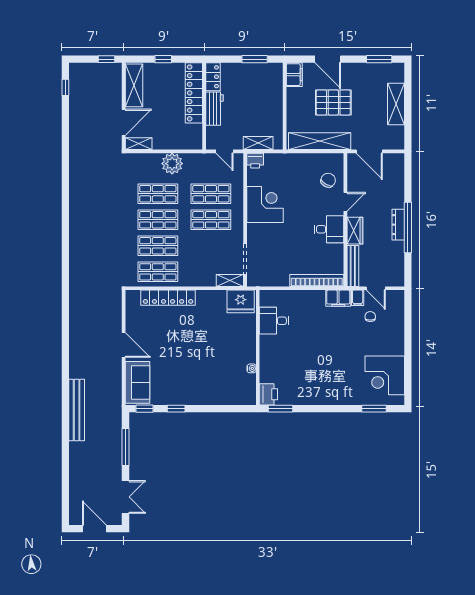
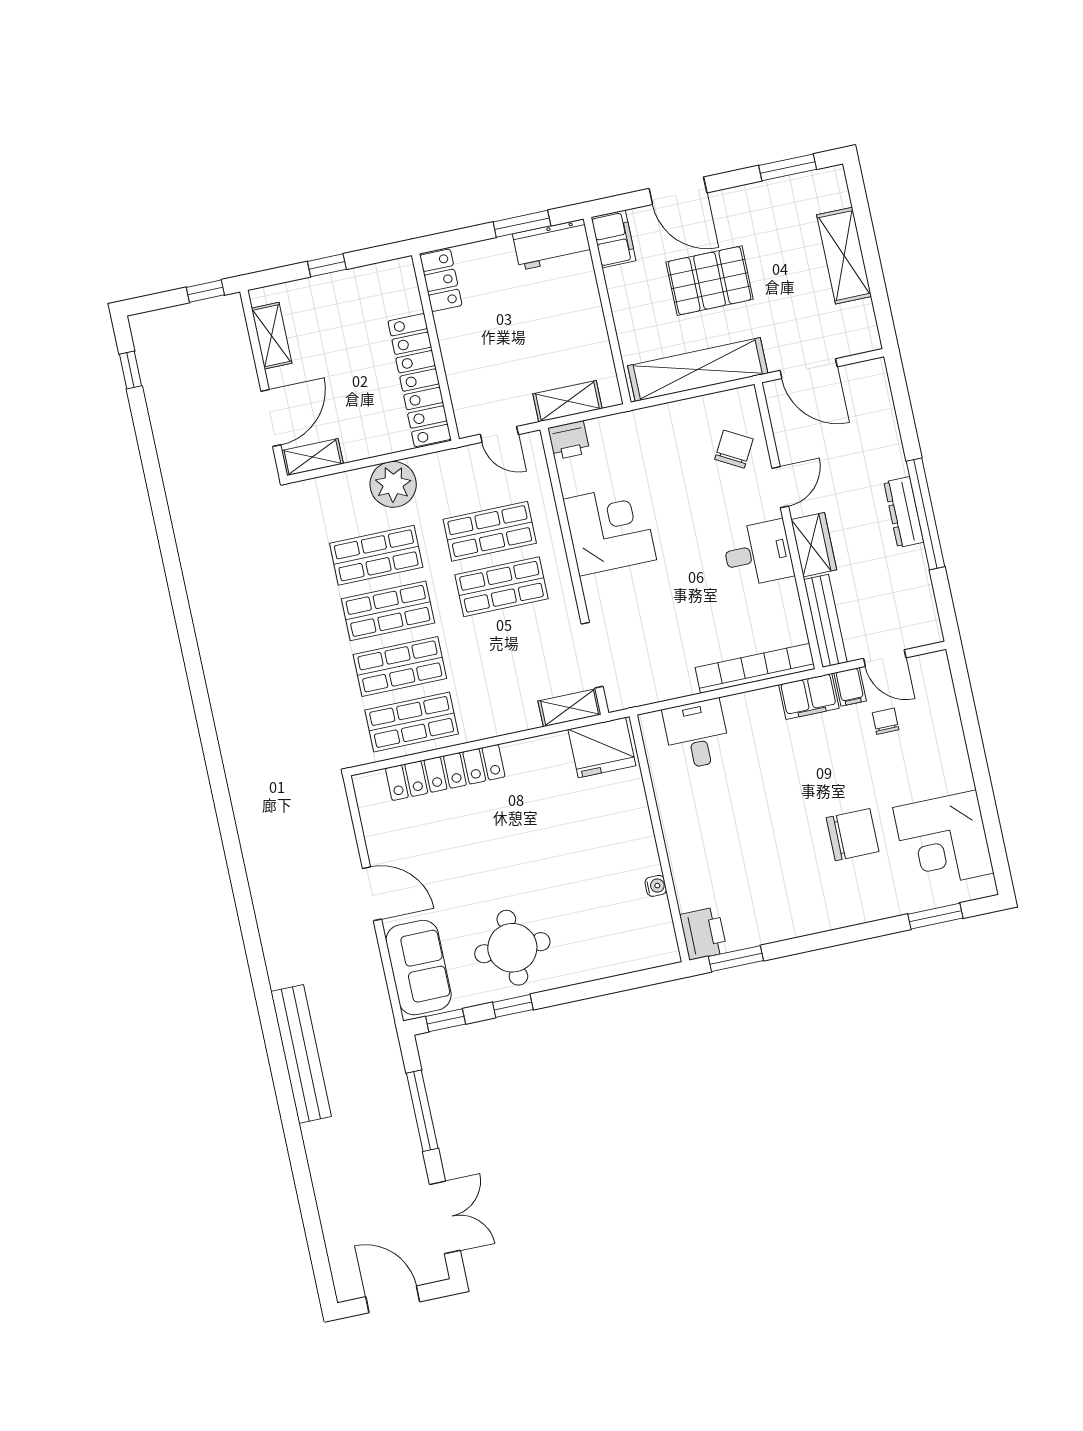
shelving: (134, 85) -> (272, 336), width x0.67, depth x0.75
locker: (194, 93) -> (420, 380), moved
workbench: (214, 109) -> (552, 245), moved, turned 90
desk: (274, 321) -> (697, 734), moved, turned 90
chair: (345, 364) -> (852, 835), added
round table: (181, 383) -> (512, 948), added

